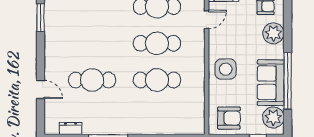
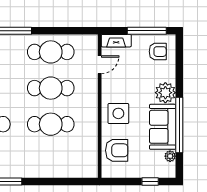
plant: (273, 33) -> (165, 93), moved
plant: (273, 117) -> (170, 156), width x0.53, depth x0.53
armchair: (229, 118) -> (117, 150), moved

